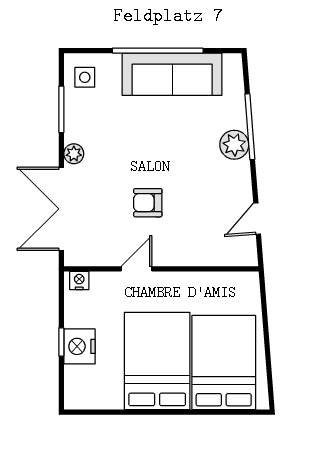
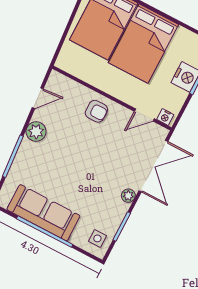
plant: (234, 145) -> (36, 132), moved
armchair: (148, 203) -> (96, 111), moved
door: (136, 269) -> (144, 115), moved

